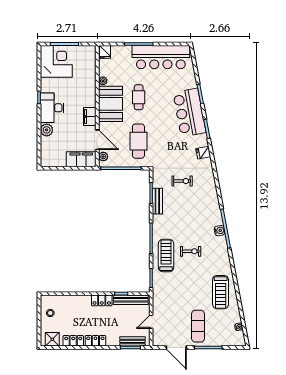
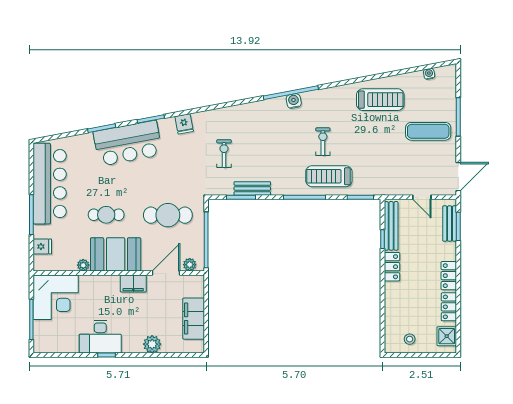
fridge: (105, 52) -> (42, 246), moved
corner desk: (56, 61) -> (56, 297), moved, turned 180
desk: (52, 108) -> (100, 337), moved
filing cabinet: (81, 159) -> (194, 319), moved
door: (176, 348) -> (458, 177), moved

